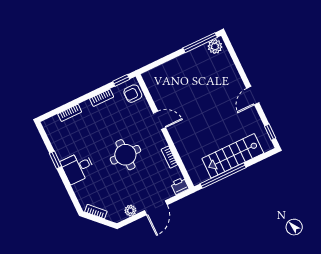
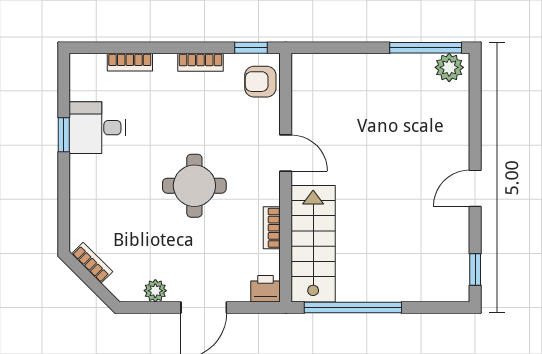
stairs: (233, 156) -> (313, 244), moved, turned 90
desk: (78, 167) -> (97, 128), moved

